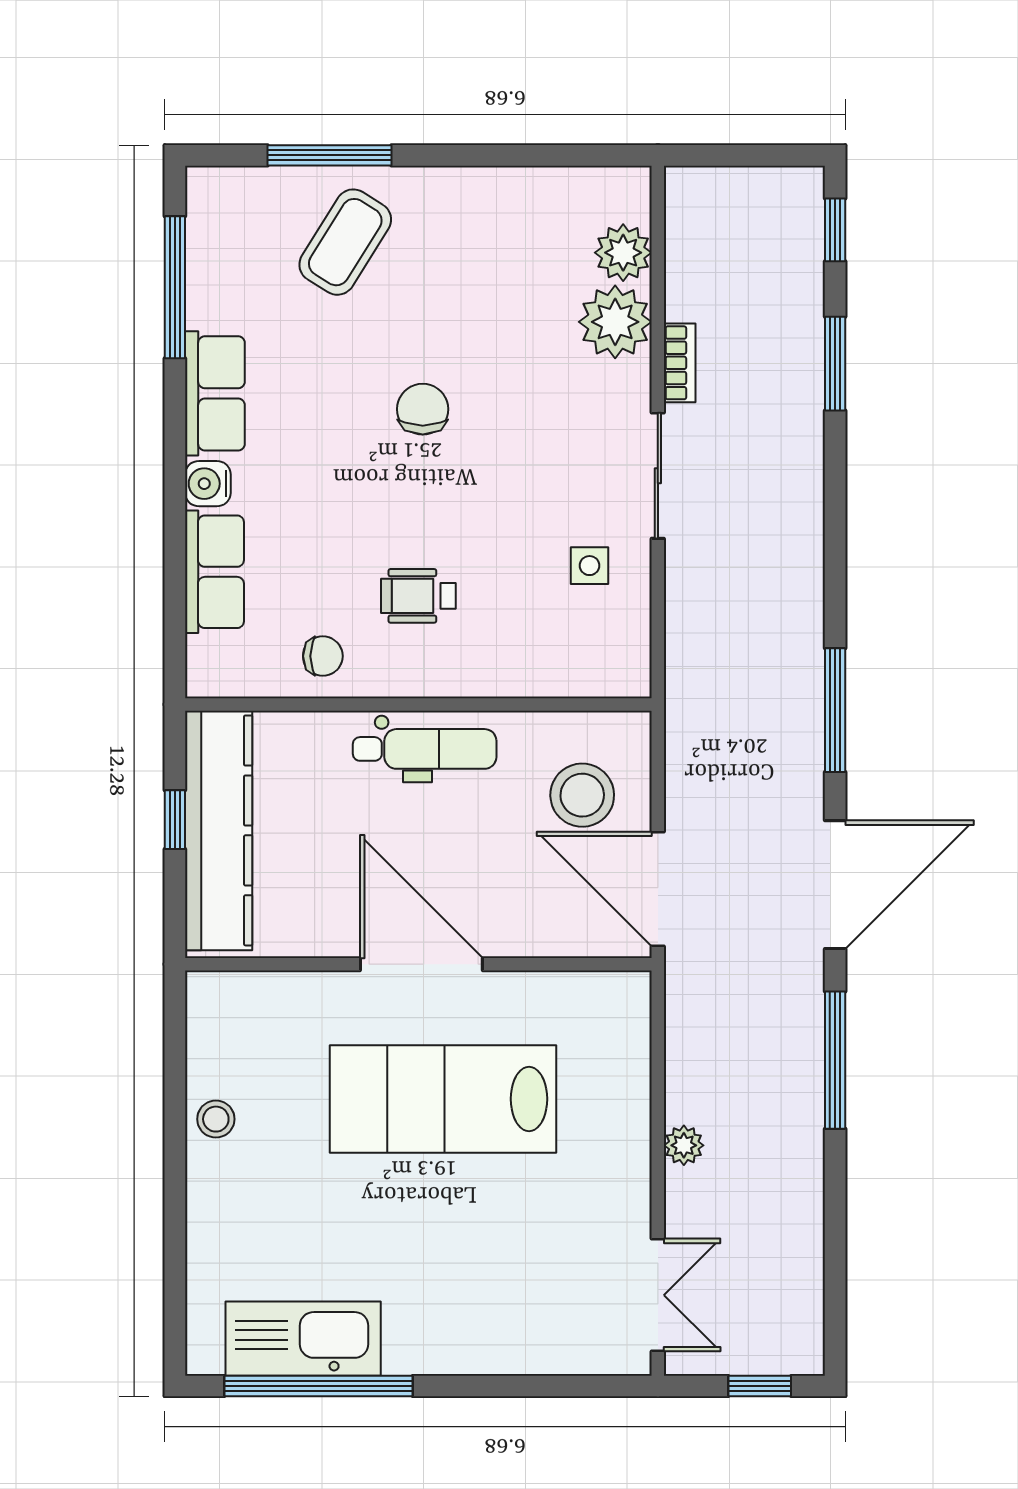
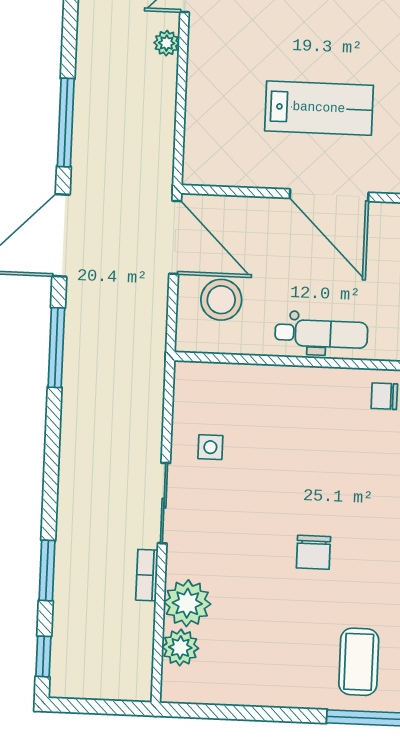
coffee table: (345, 242) -> (359, 662), turned -32
wheelchair: (418, 596) -> (321, 432), removed
dental chair: (425, 749) -> (321, 334), turned 180
lab bench: (443, 1099) -> (319, 108), width x0.73, depth x0.72
plant: (684, 1145) -> (167, 43), moved

